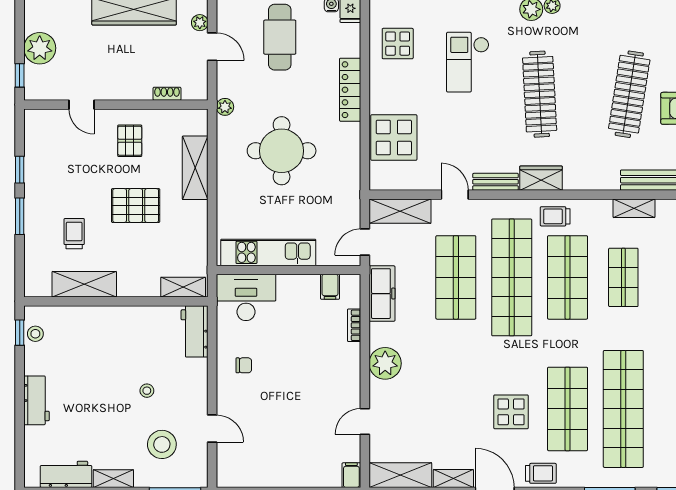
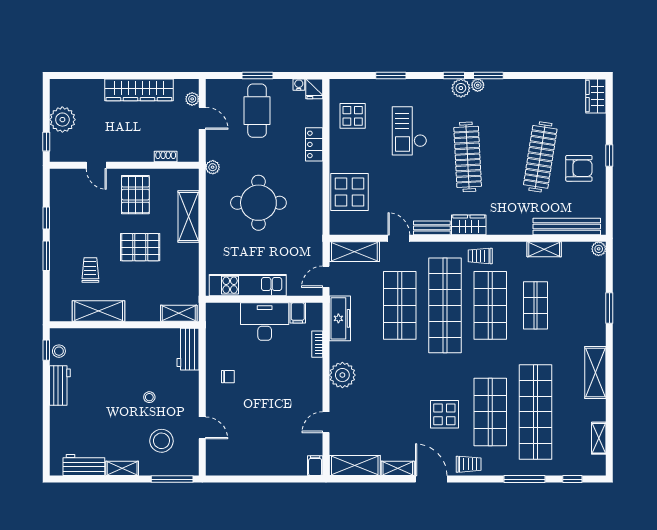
locker: (350, 90) -> (314, 144), width x0.66
pallet: (130, 141) -> (135, 195), width x1.50, depth x1.42
desk: (246, 297) -> (265, 322), moved
workbench: (36, 400) -> (60, 386), moved

